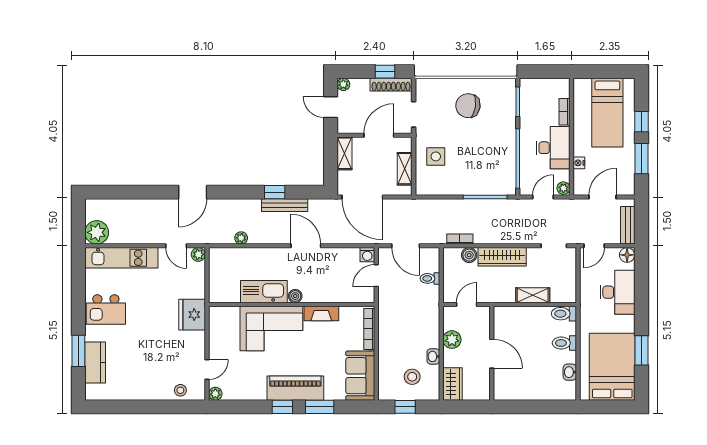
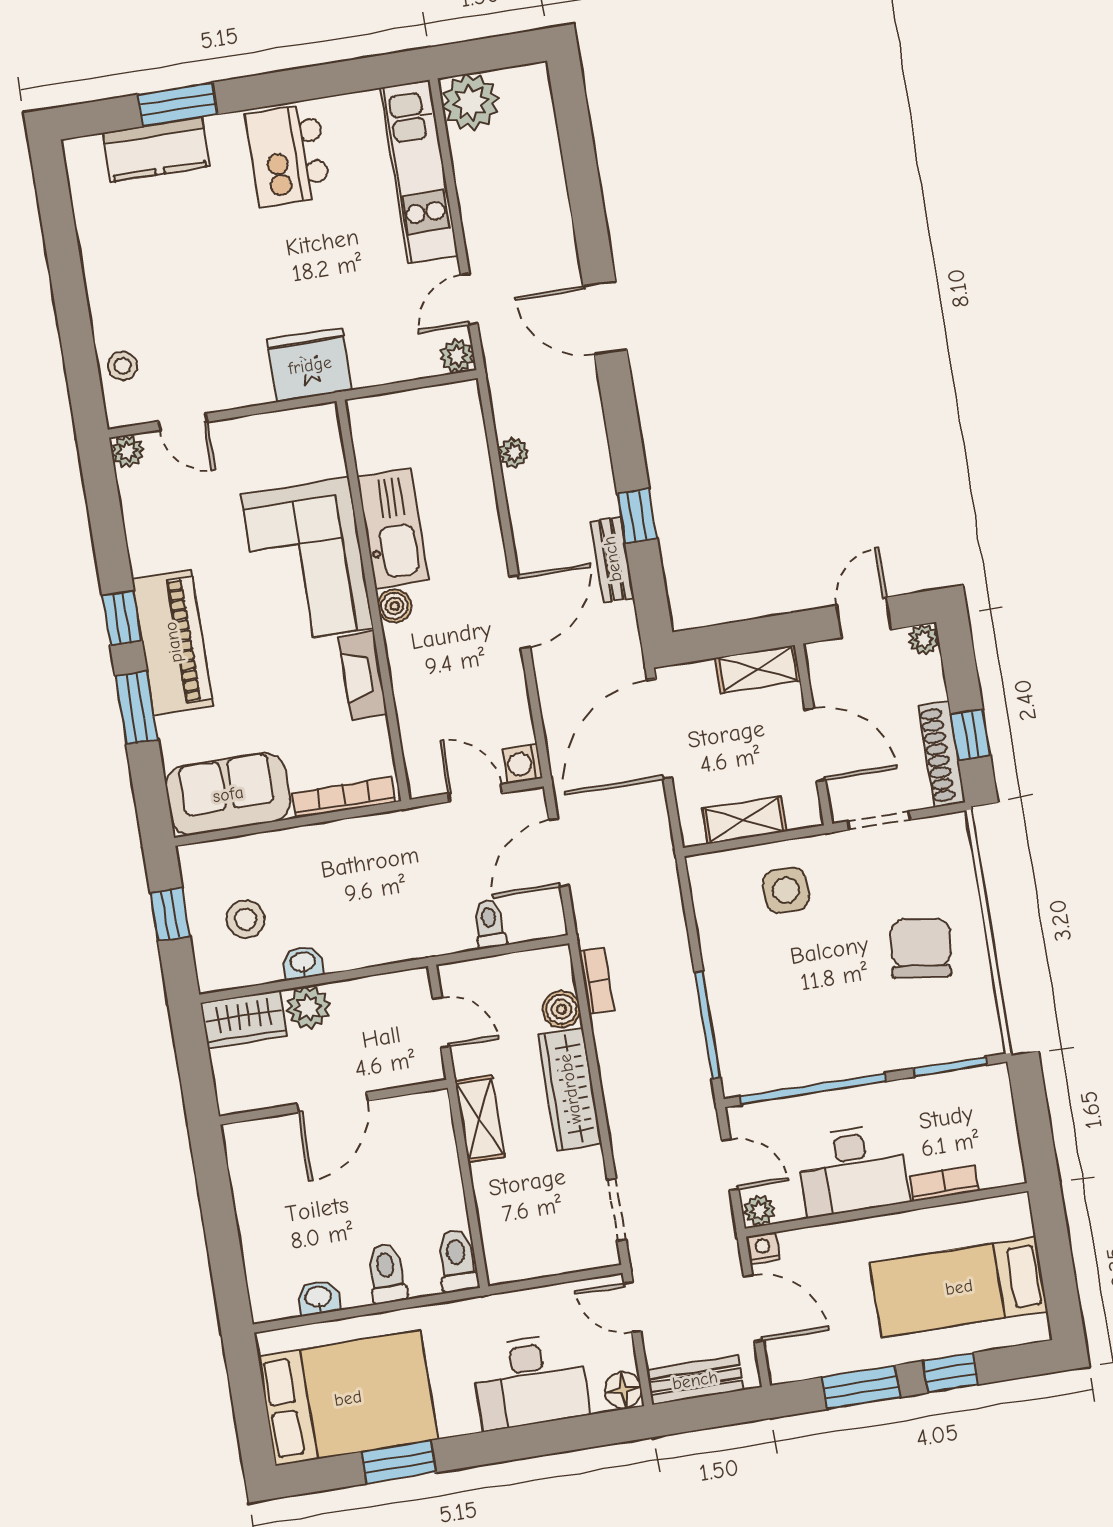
nightstand: (579, 163) -> (763, 1248), moved
bench: (285, 205) -> (612, 559), width x0.73
shelving: (533, 295) -> (480, 1119), moved
plant: (452, 340) -> (308, 1008), moved

